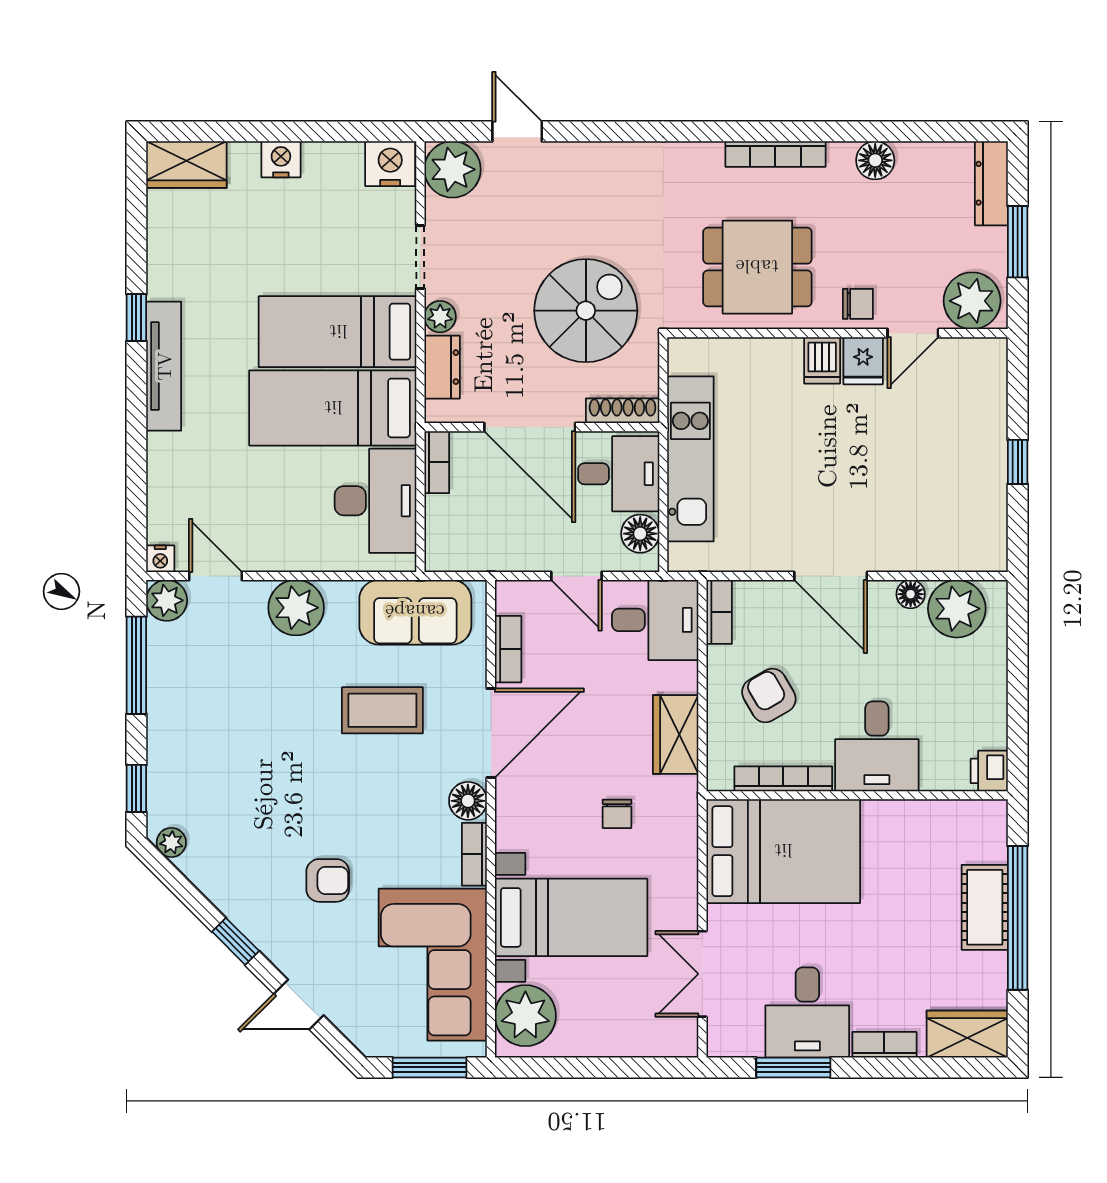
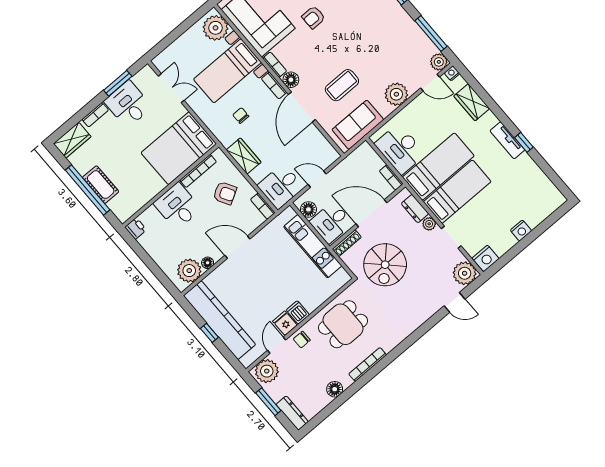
wardrobe: (186, 165) -> (472, 102), moved, turned -90
tv unit: (164, 366) -> (507, 140), width x0.71
kitchen counter: (979, 469) -> (219, 320), added
bookcase: (508, 649) -> (274, 85), moved

